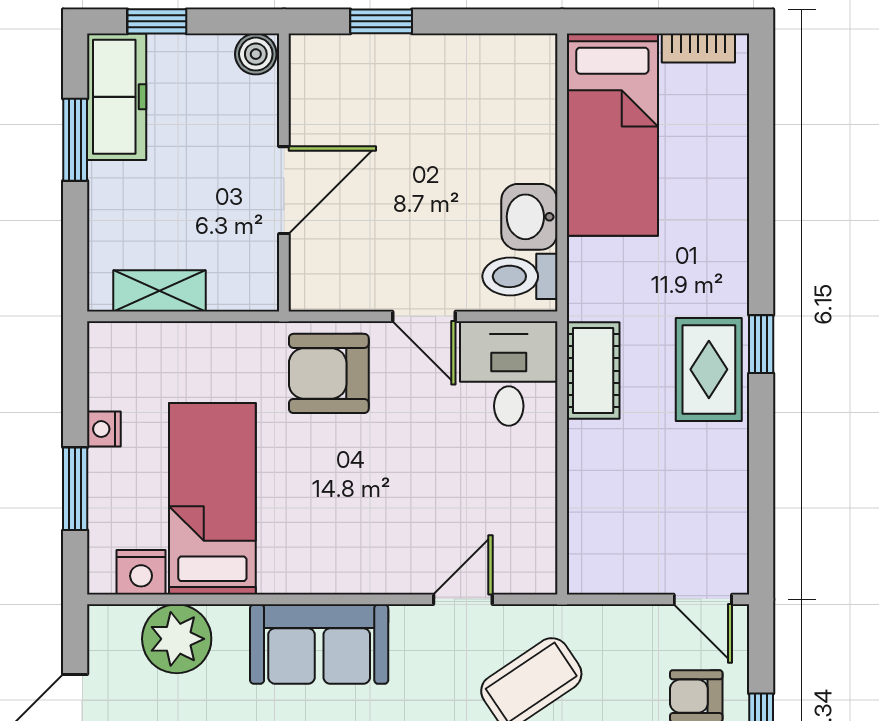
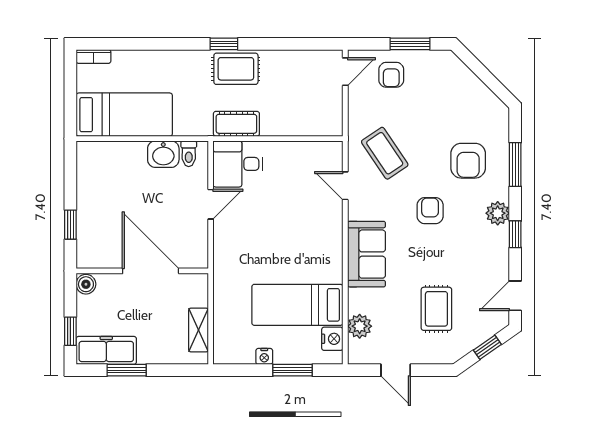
bookcase: (698, 48) -> (93, 57), moved, turned 90
door: (284, 190) -> (151, 271), width x1.36
toilet: (520, 276) -> (189, 154), width x0.73, depth x0.72
armchair: (329, 373) -> (238, 249), removed
plant: (177, 639) -> (360, 326), width x0.73, depth x0.73

